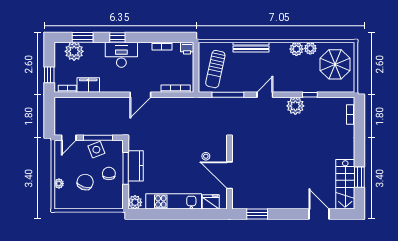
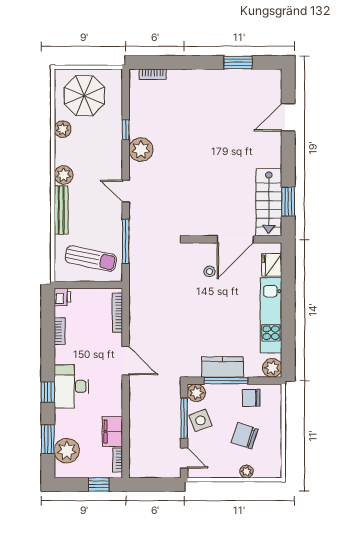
plant: (296, 49) -> (64, 175), moved
plant: (117, 147) -> (196, 393), added
chair: (109, 173) -> (251, 398), moved
stairs: (345, 184) -> (269, 202), moved, turned 90

